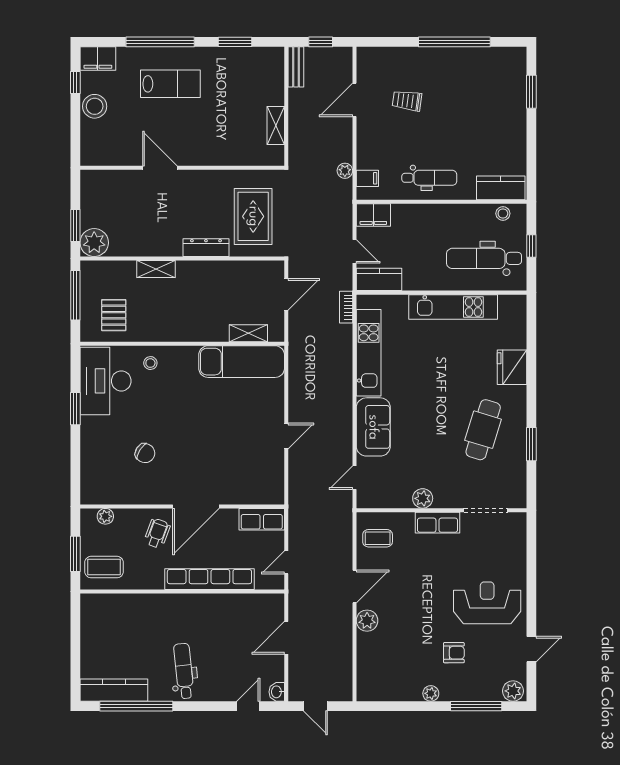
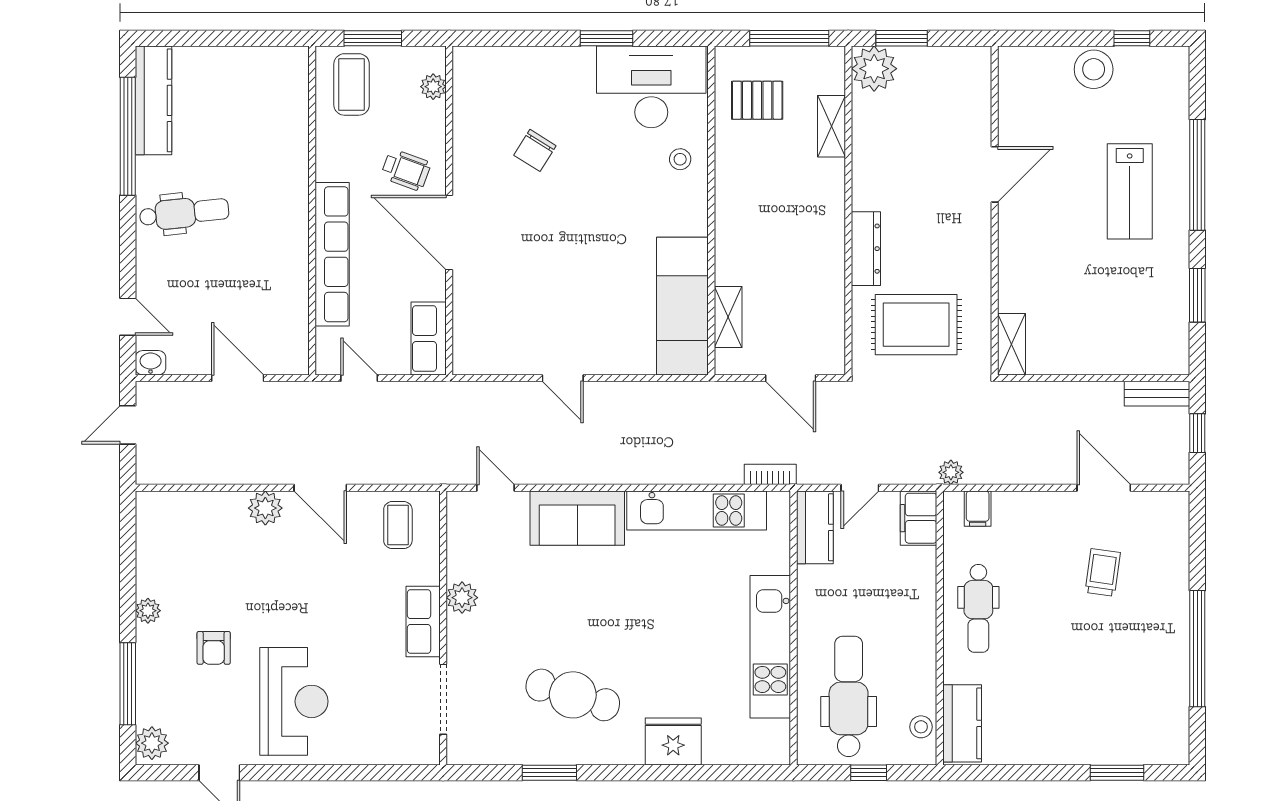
filing cabinet: (98, 58) -> (1171, 75), removed
shelving: (276, 126) -> (1012, 344), moved, turned 90
plant: (345, 171) -> (951, 472), moved
shelving: (156, 269) -> (831, 126), moved

